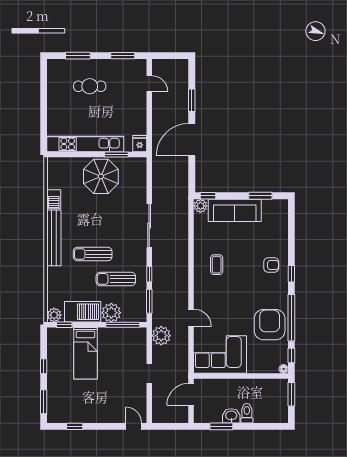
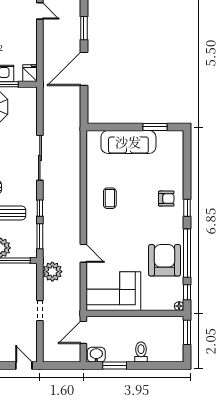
window: (208, 196) -> (101, 127), removed
plant: (200, 206) -> (93, 137), removed
washbasin: (231, 416) -> (96, 355), moved

